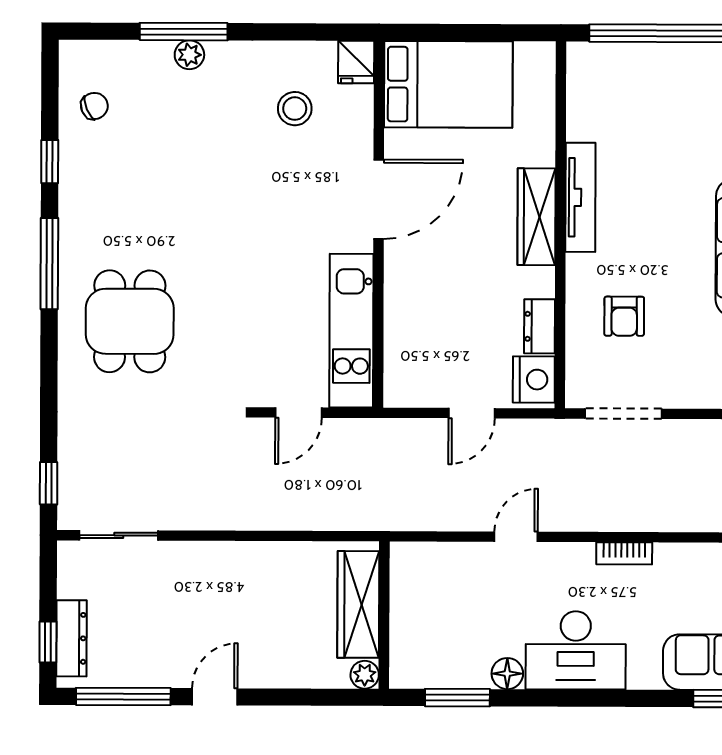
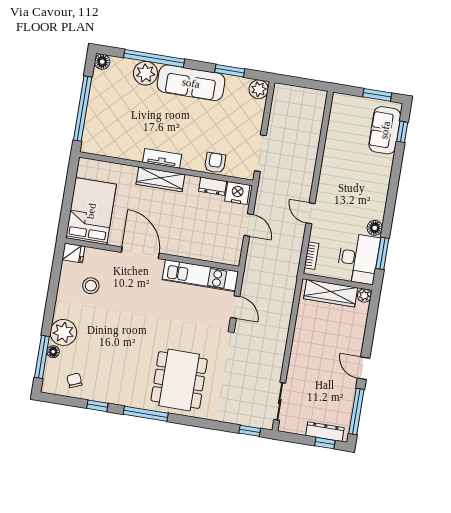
window: (184, 32) -> (42, 357), moved
floor lamp: (147, 53) -> (53, 352), added
plant: (189, 55) -> (63, 332), width x1.88, depth x1.88
tv unit: (580, 197) -> (162, 158), width x0.71
armchair: (624, 316) -> (215, 163), moved, turned -90
dining table: (130, 321) -> (179, 380), width x1.38
bookcase: (624, 553) -> (311, 256), moved
desk: (576, 650) -> (358, 258), moved

